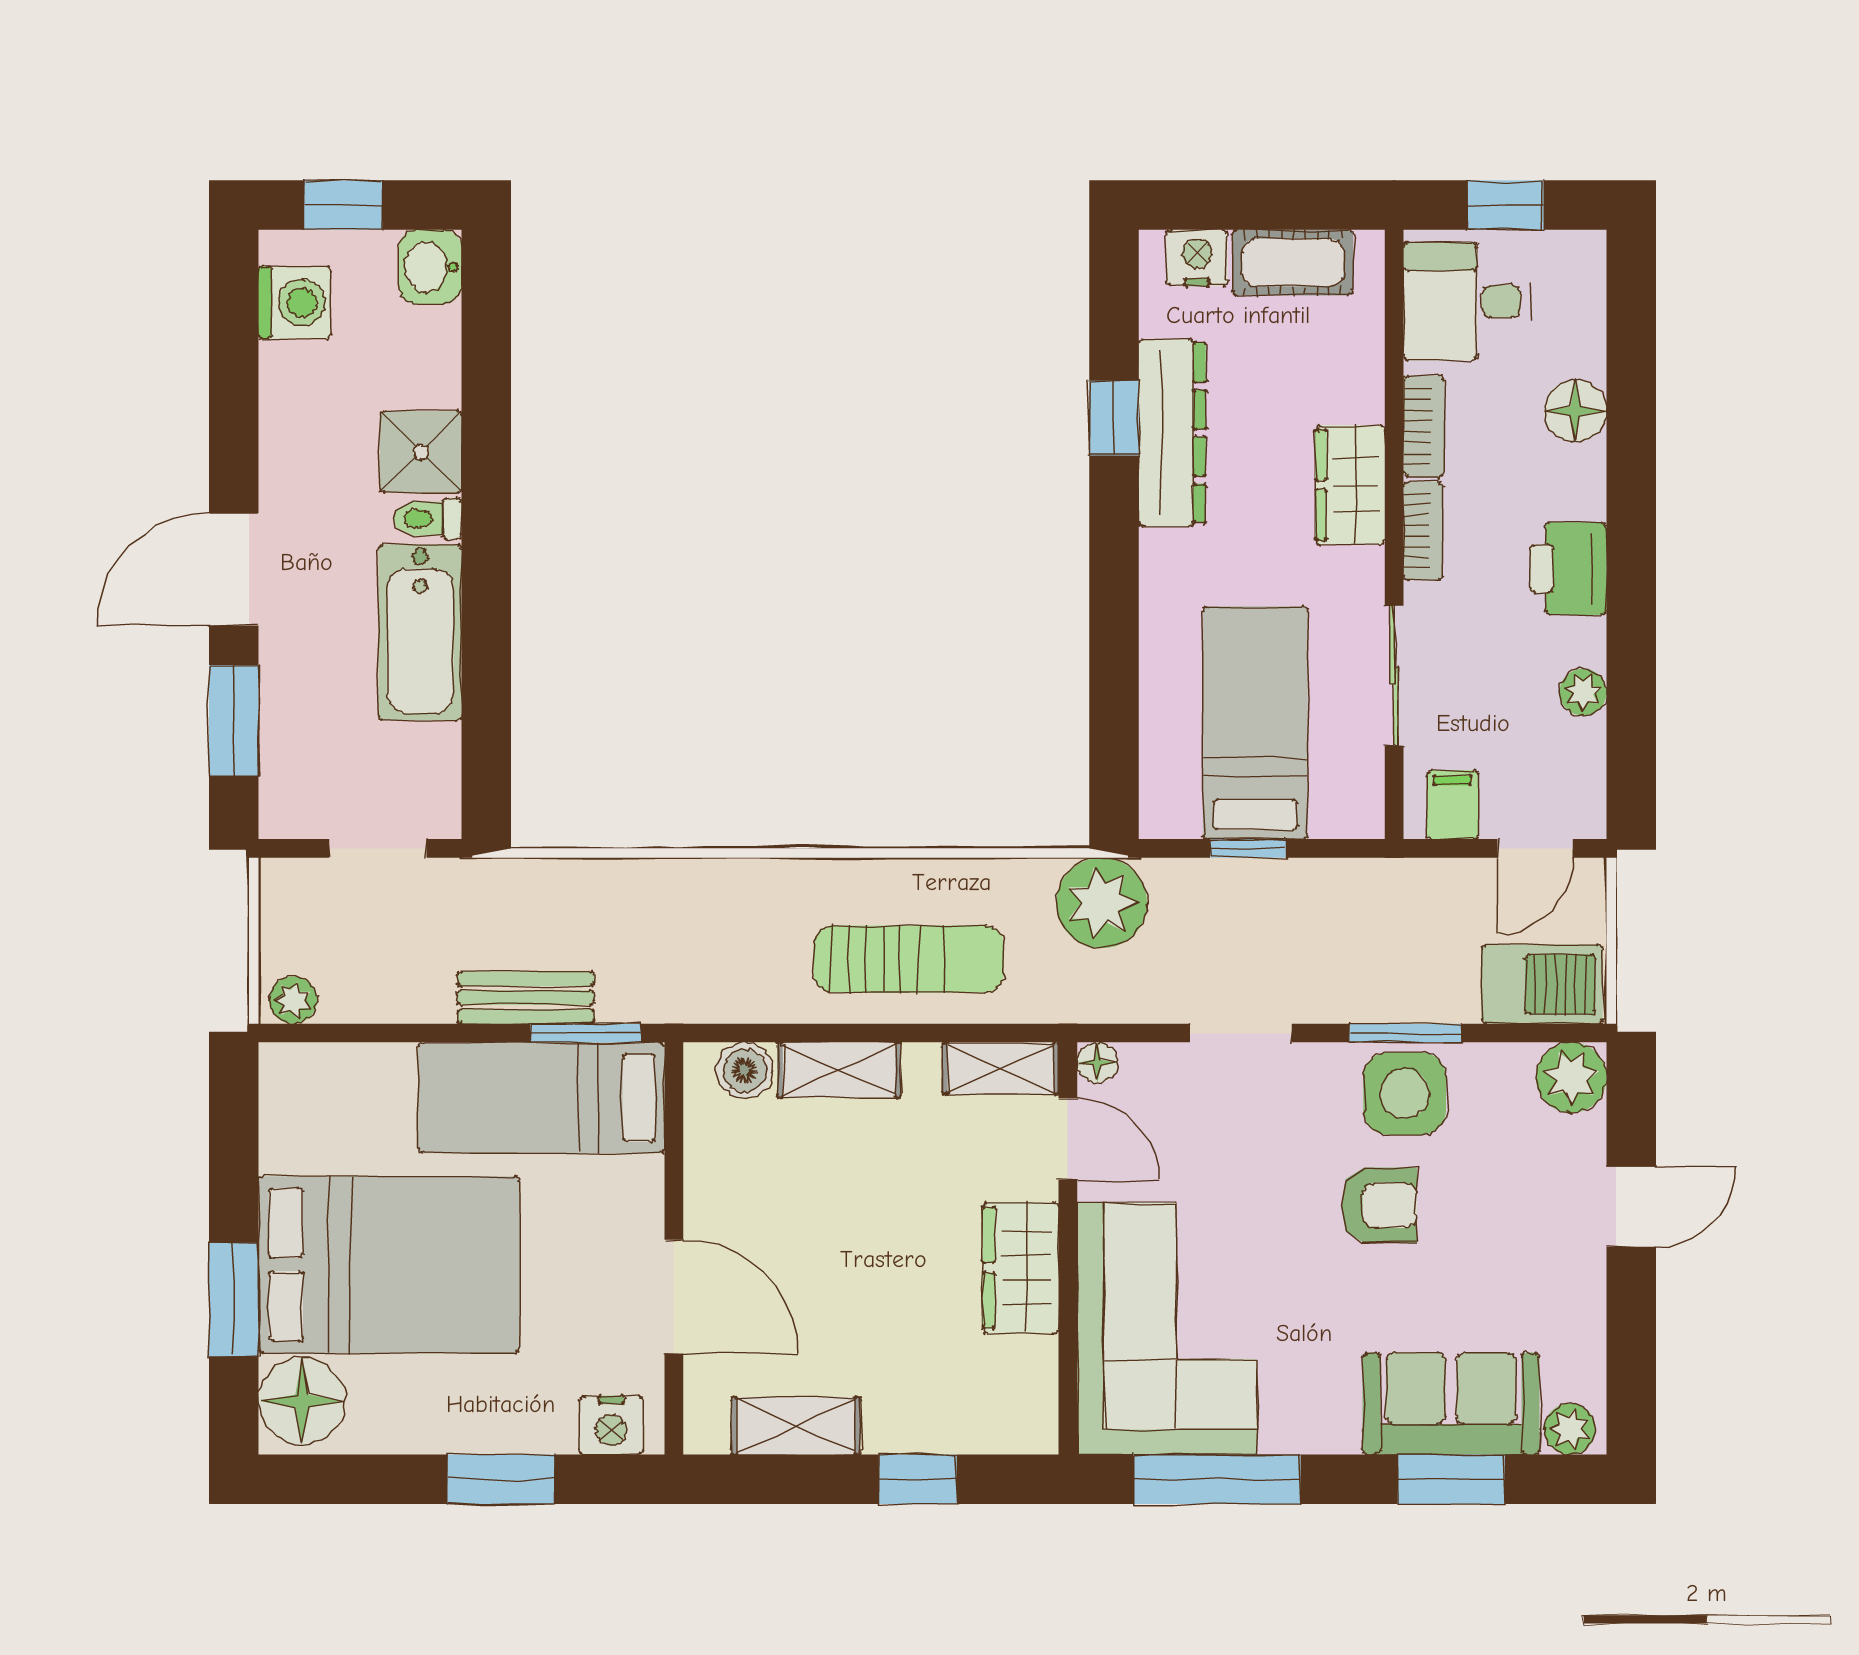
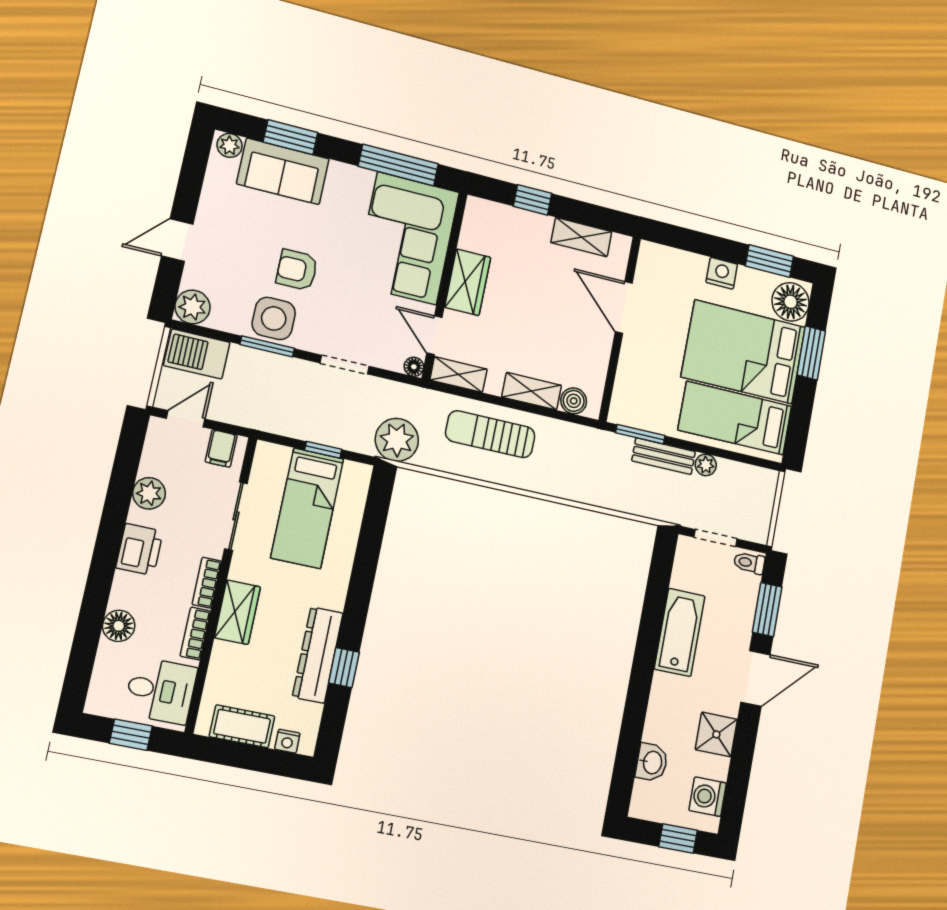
nightstand: (1197, 258) -> (287, 741), width x0.72, depth x0.74
washbasin: (430, 267) -> (652, 762), moved
shower: (421, 452) -> (716, 734), moved
toilet: (428, 519) -> (749, 563), moved, turned 180
plant: (1583, 692) -> (149, 493), width x1.38, depth x1.38
plant: (293, 1000) -> (706, 465), moved
bed: (541, 1098) -> (735, 418), moved, turned 180
nightstand: (611, 1425) -> (722, 273), moved
window: (501, 1479) -> (769, 261), moved

